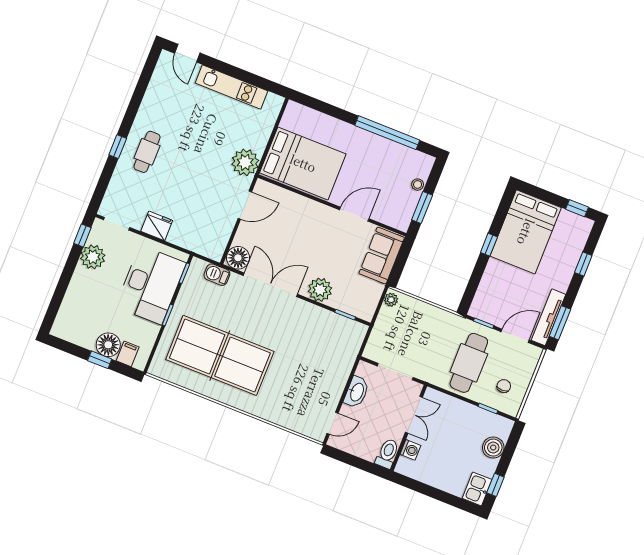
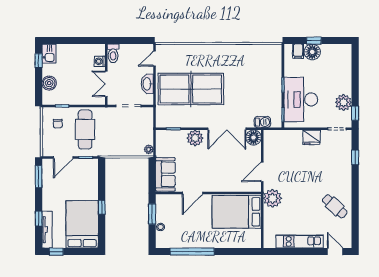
window: (118, 147) -> (355, 157), moved
cafe table: (147, 152) -> (335, 206), moved, turned -48
tv unit: (548, 317) -> (47, 230), moved
table tennis table: (220, 355) -> (191, 89), moved

